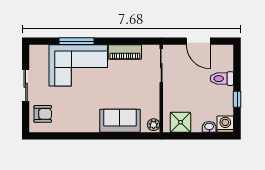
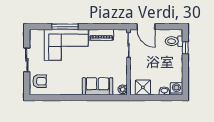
door: (198, 41) -> (146, 27), moved
toilet: (222, 79) -> (174, 41), moved
window: (237, 99) -> (185, 48), moved

